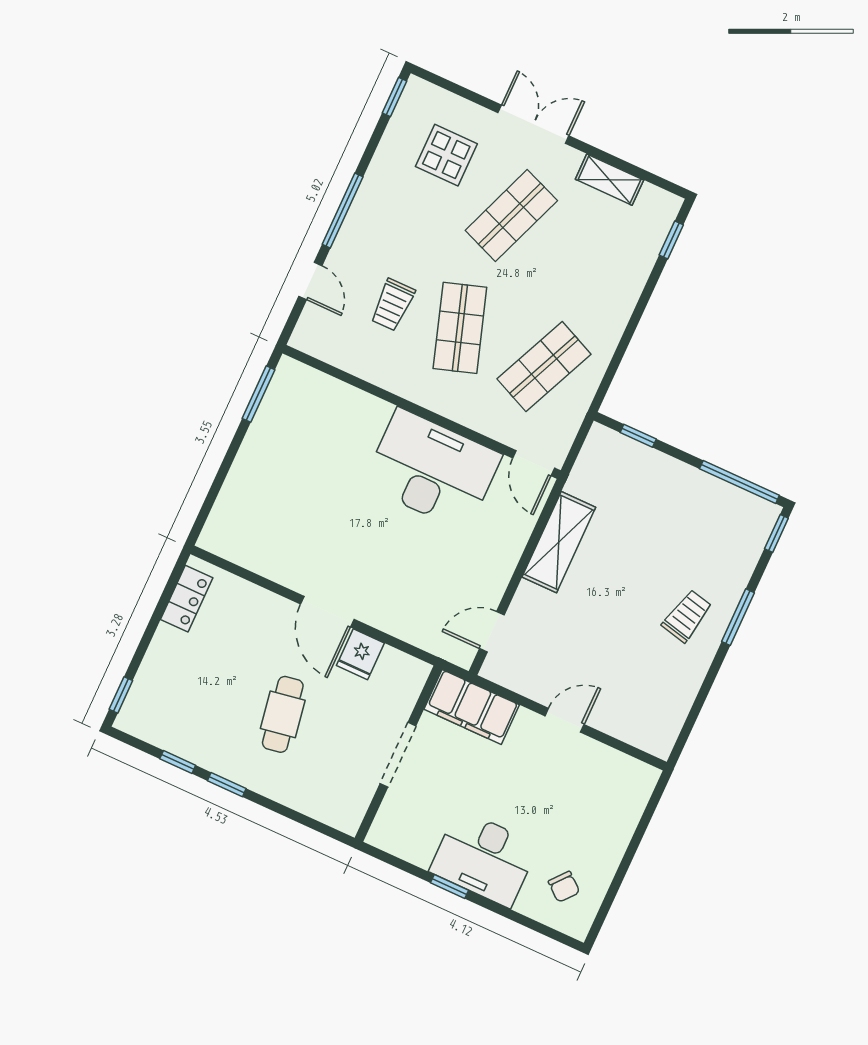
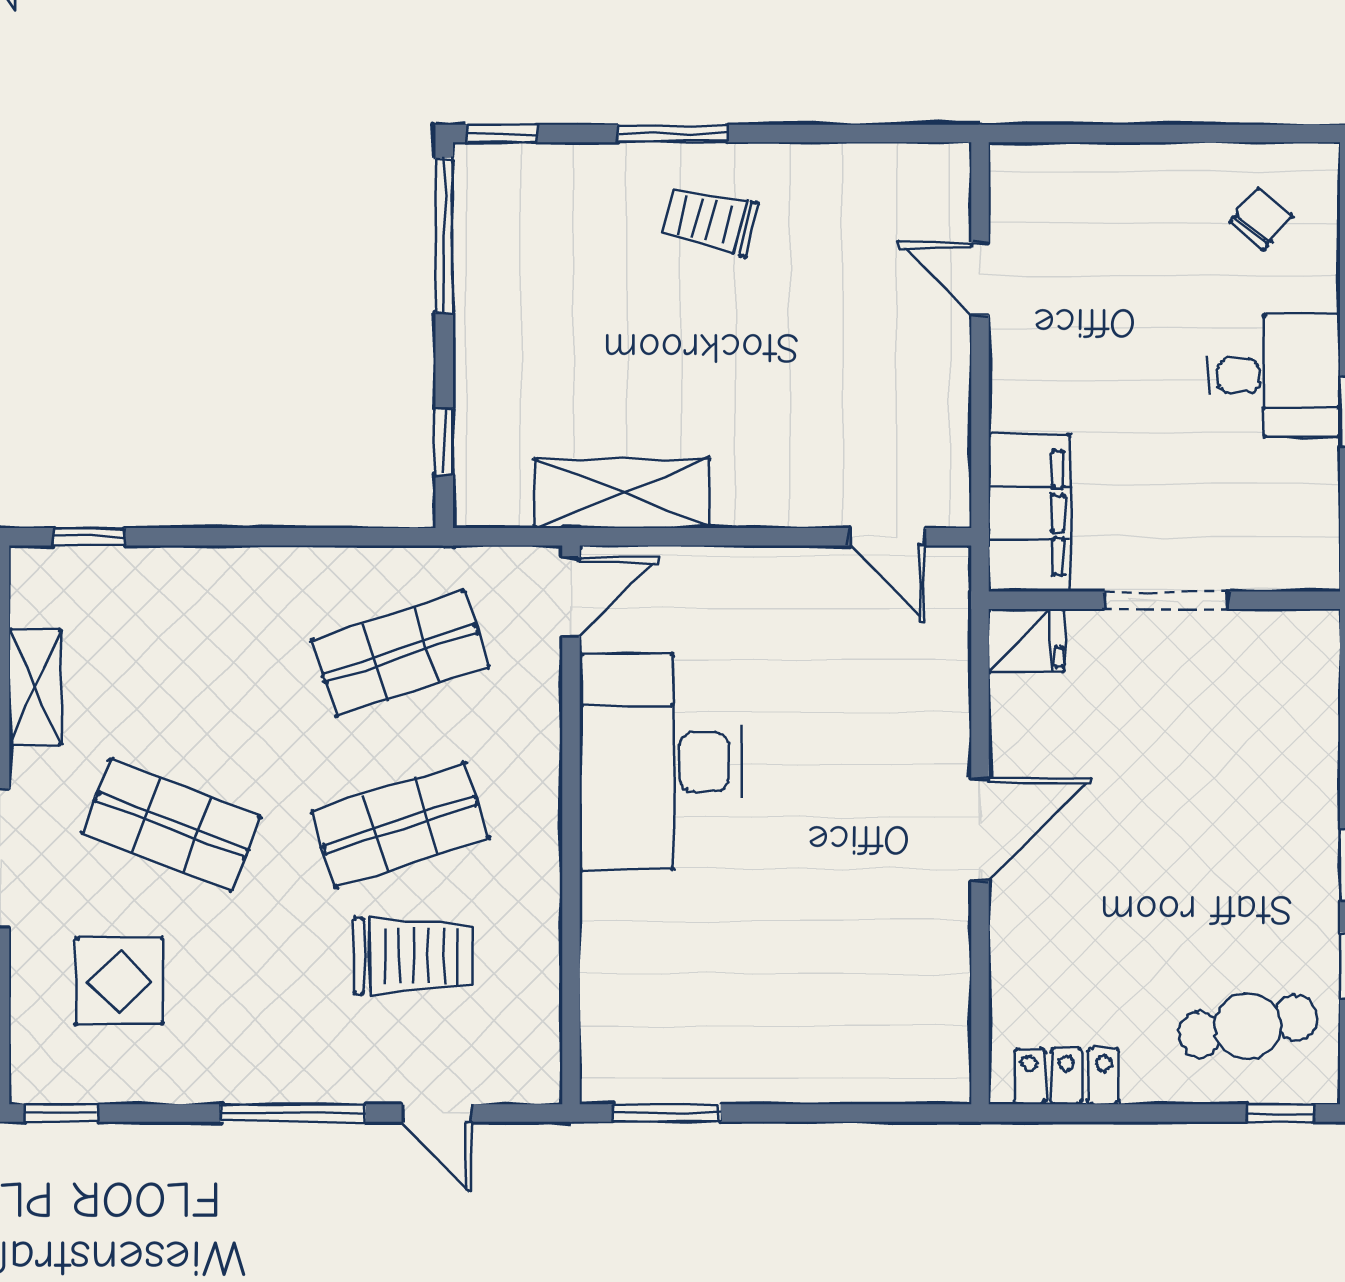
door: (310, 281) -> (436, 1113), swing flipped
trolley: (393, 305) -> (413, 956), width x1.36, depth x1.39
shop shelf: (544, 367) -> (400, 653), turned -42
shelving: (559, 542) -> (622, 493), moved
fridge: (360, 654) -> (1026, 641), moved
cafe table: (283, 714) -> (1248, 1026), moved
door: (565, 720) -> (980, 279), moved
desk: (484, 858) -> (1274, 376), width x0.73

